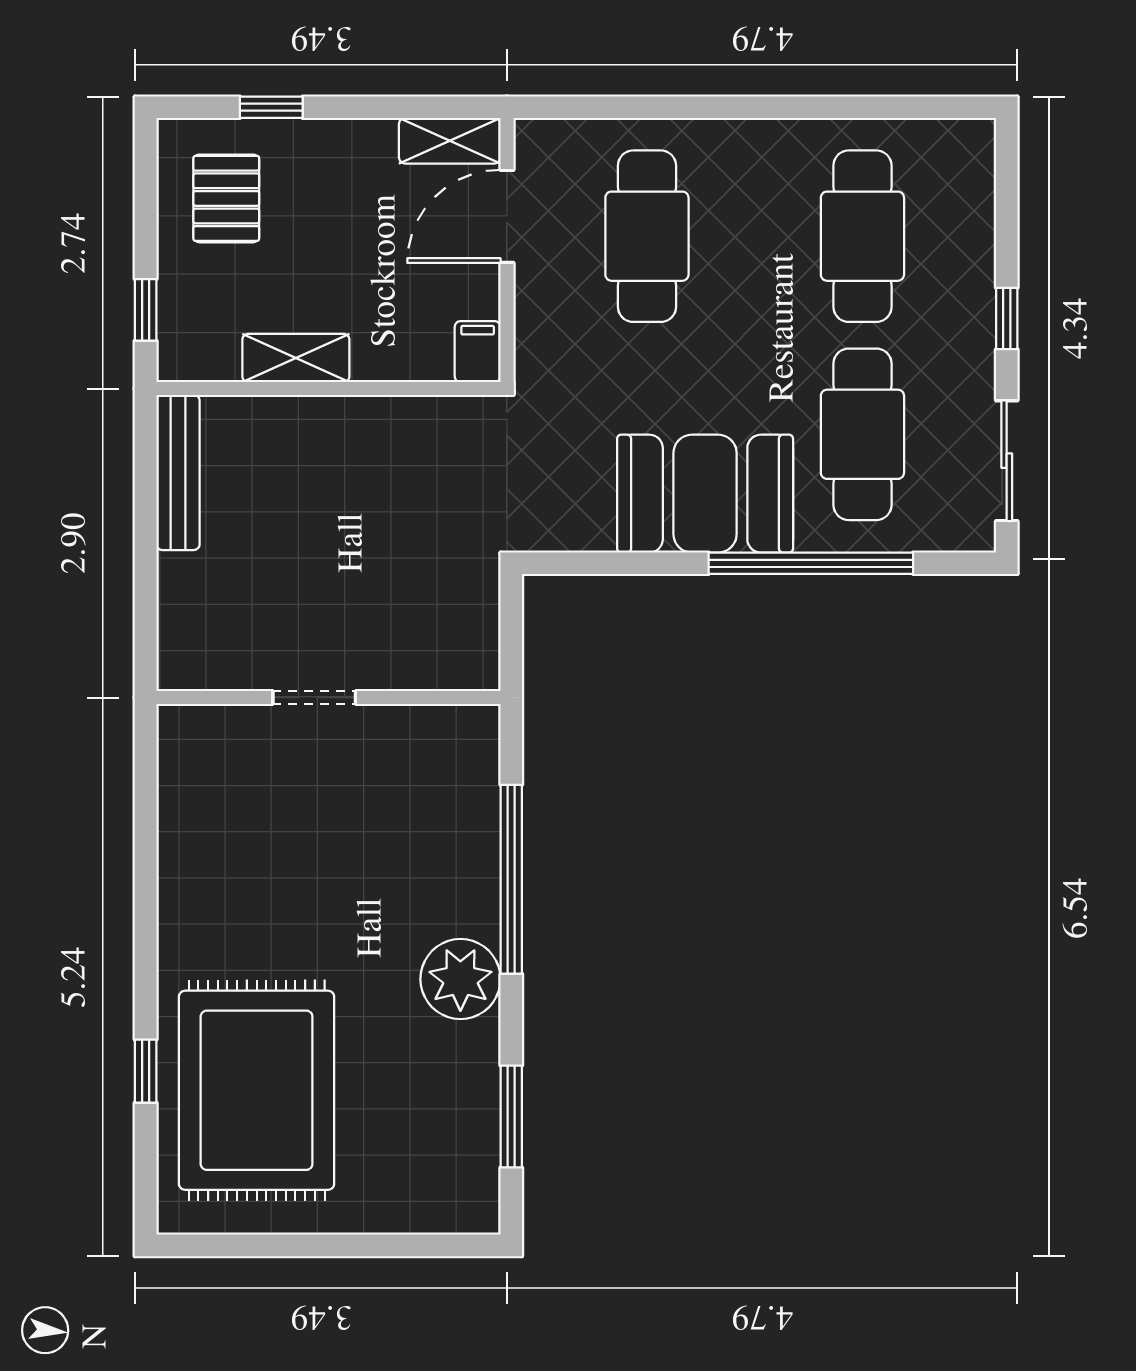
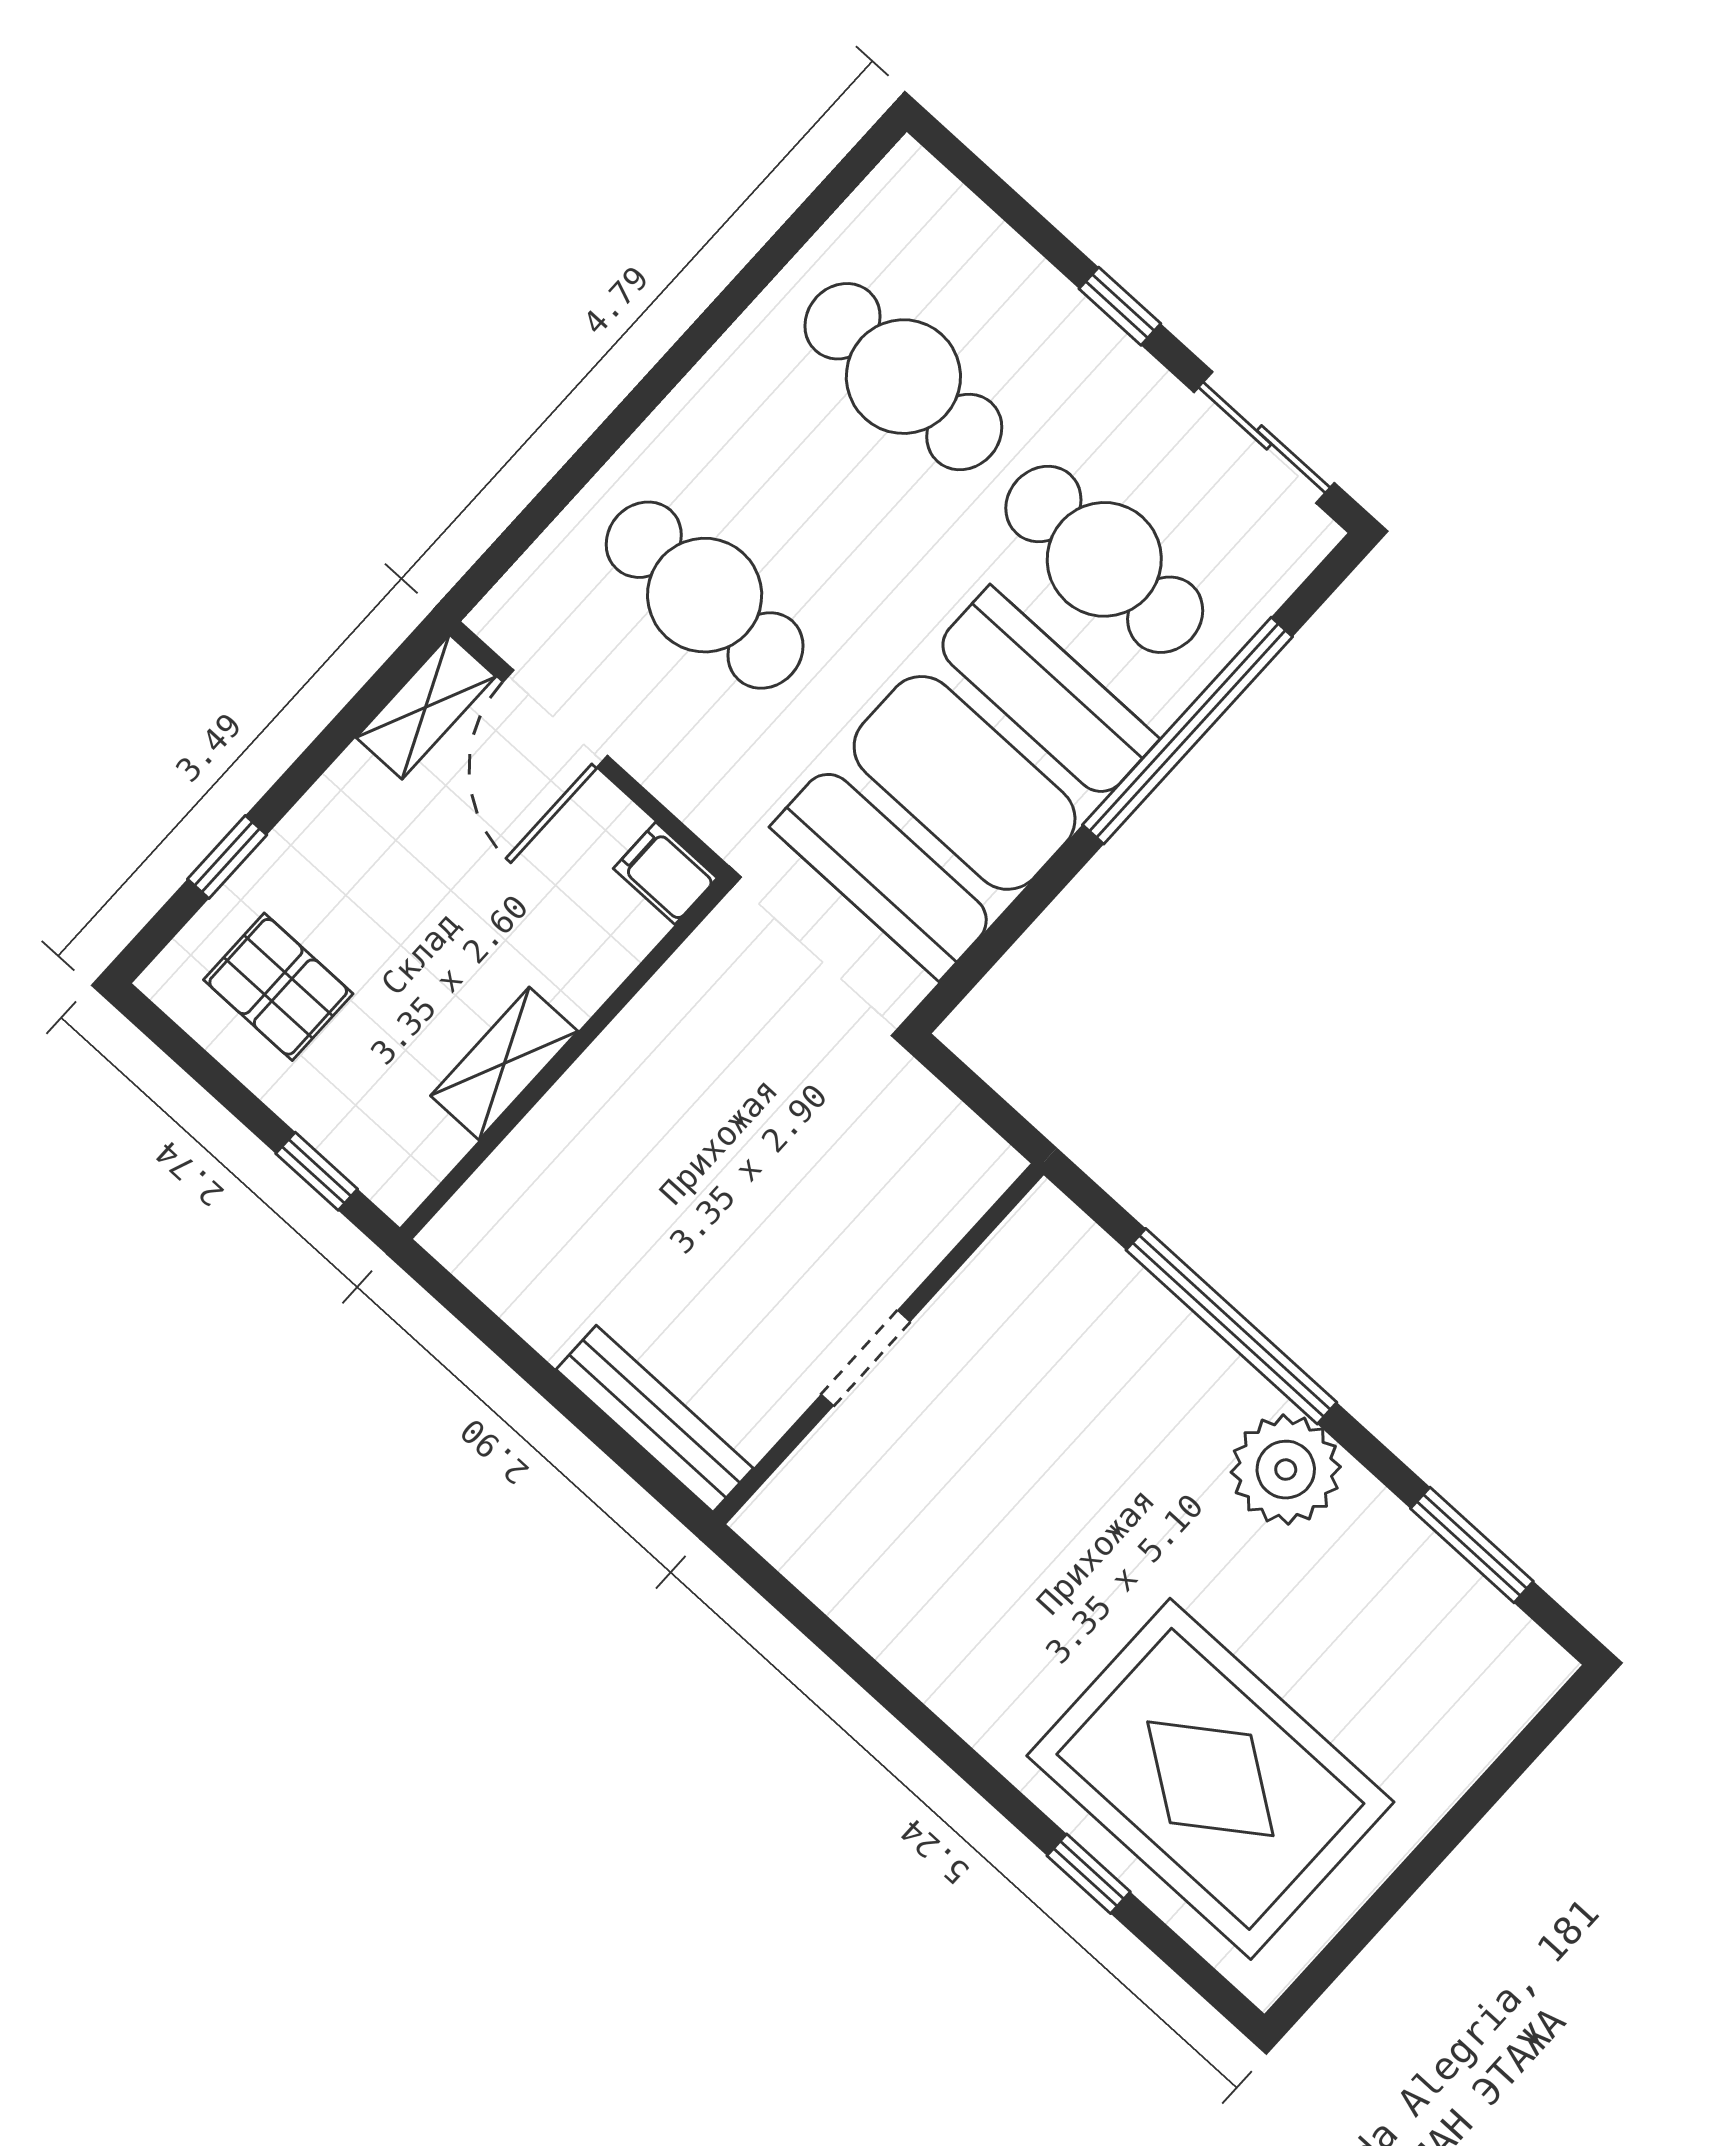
bench: (178, 472) -> (655, 1419), moved
booth: (705, 494) -> (965, 783), width x1.36, depth x1.42

